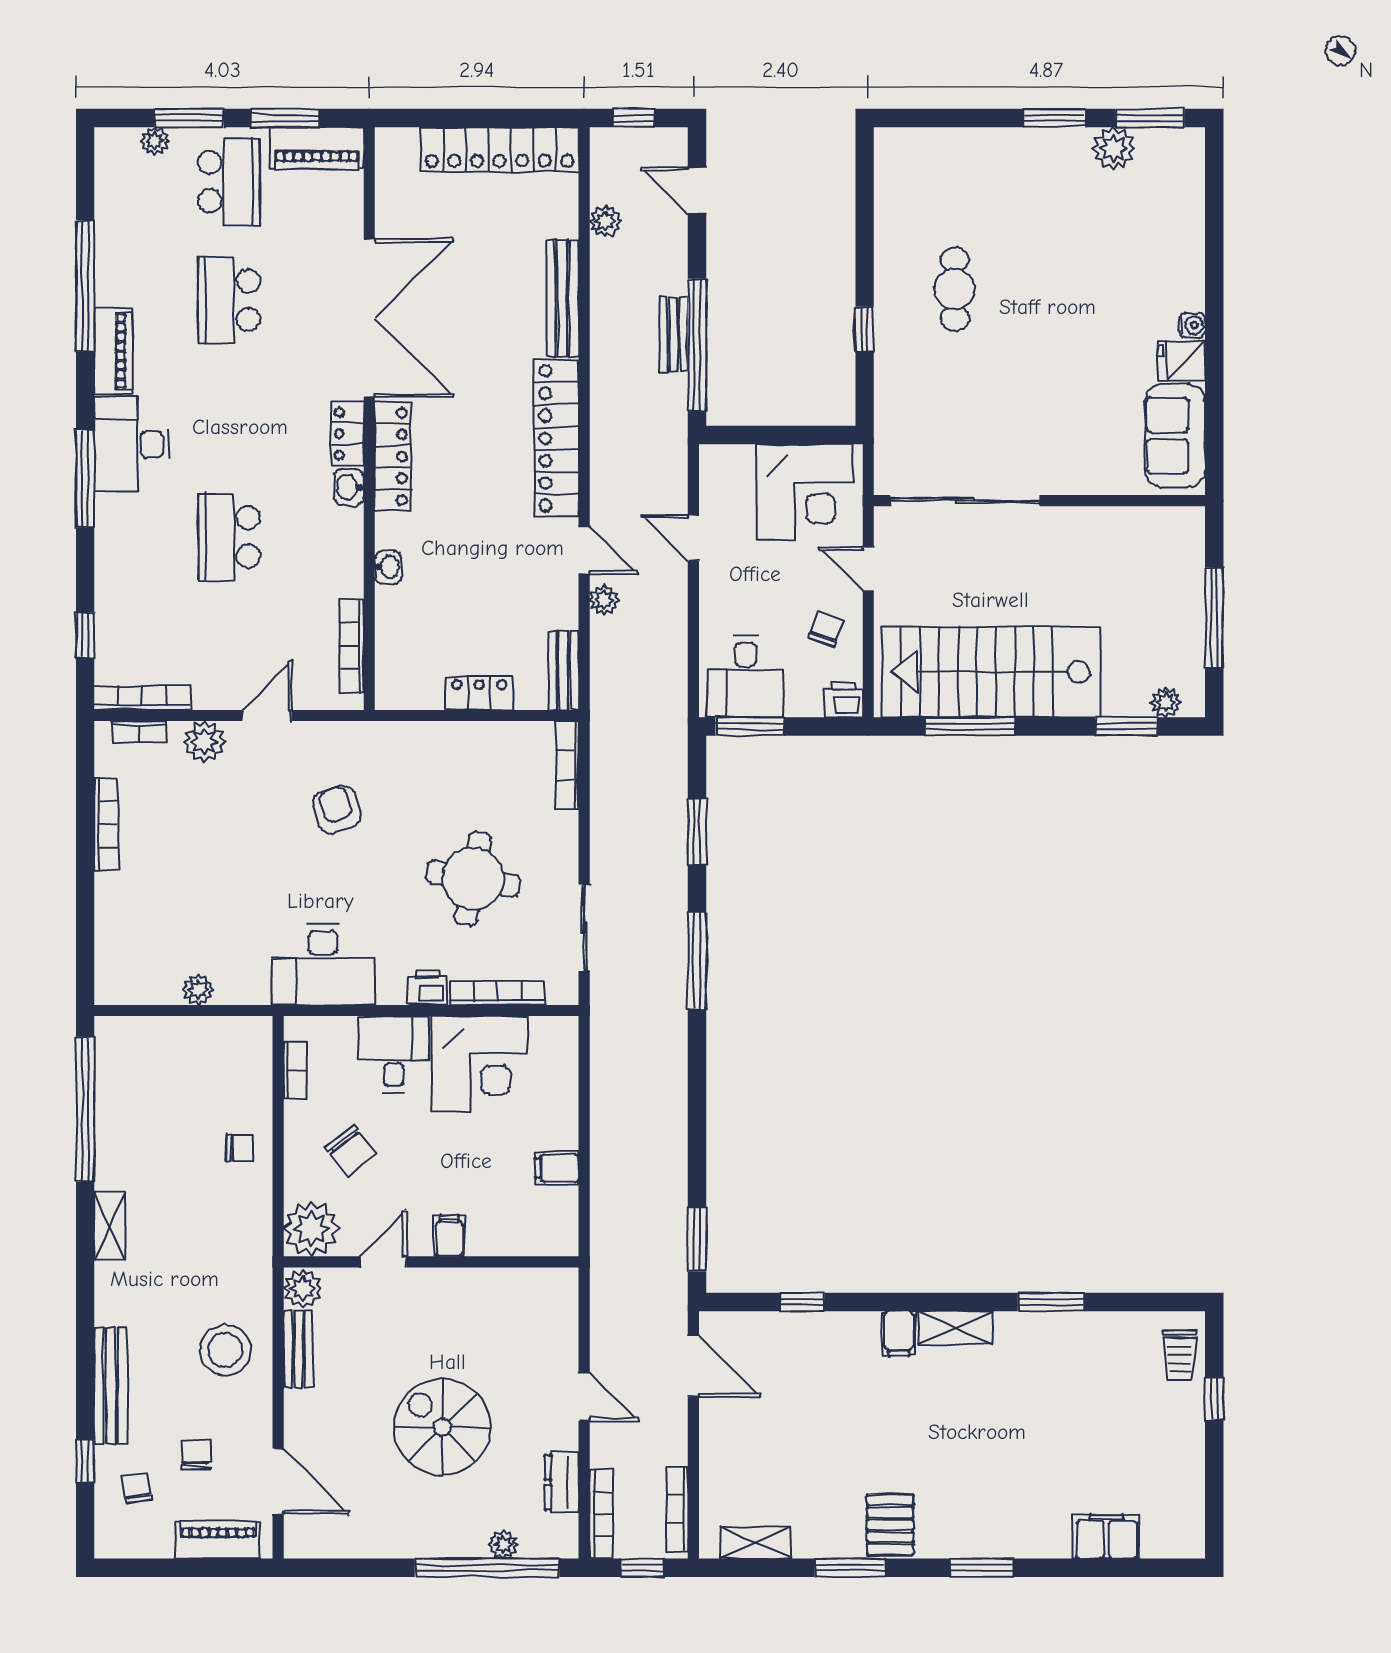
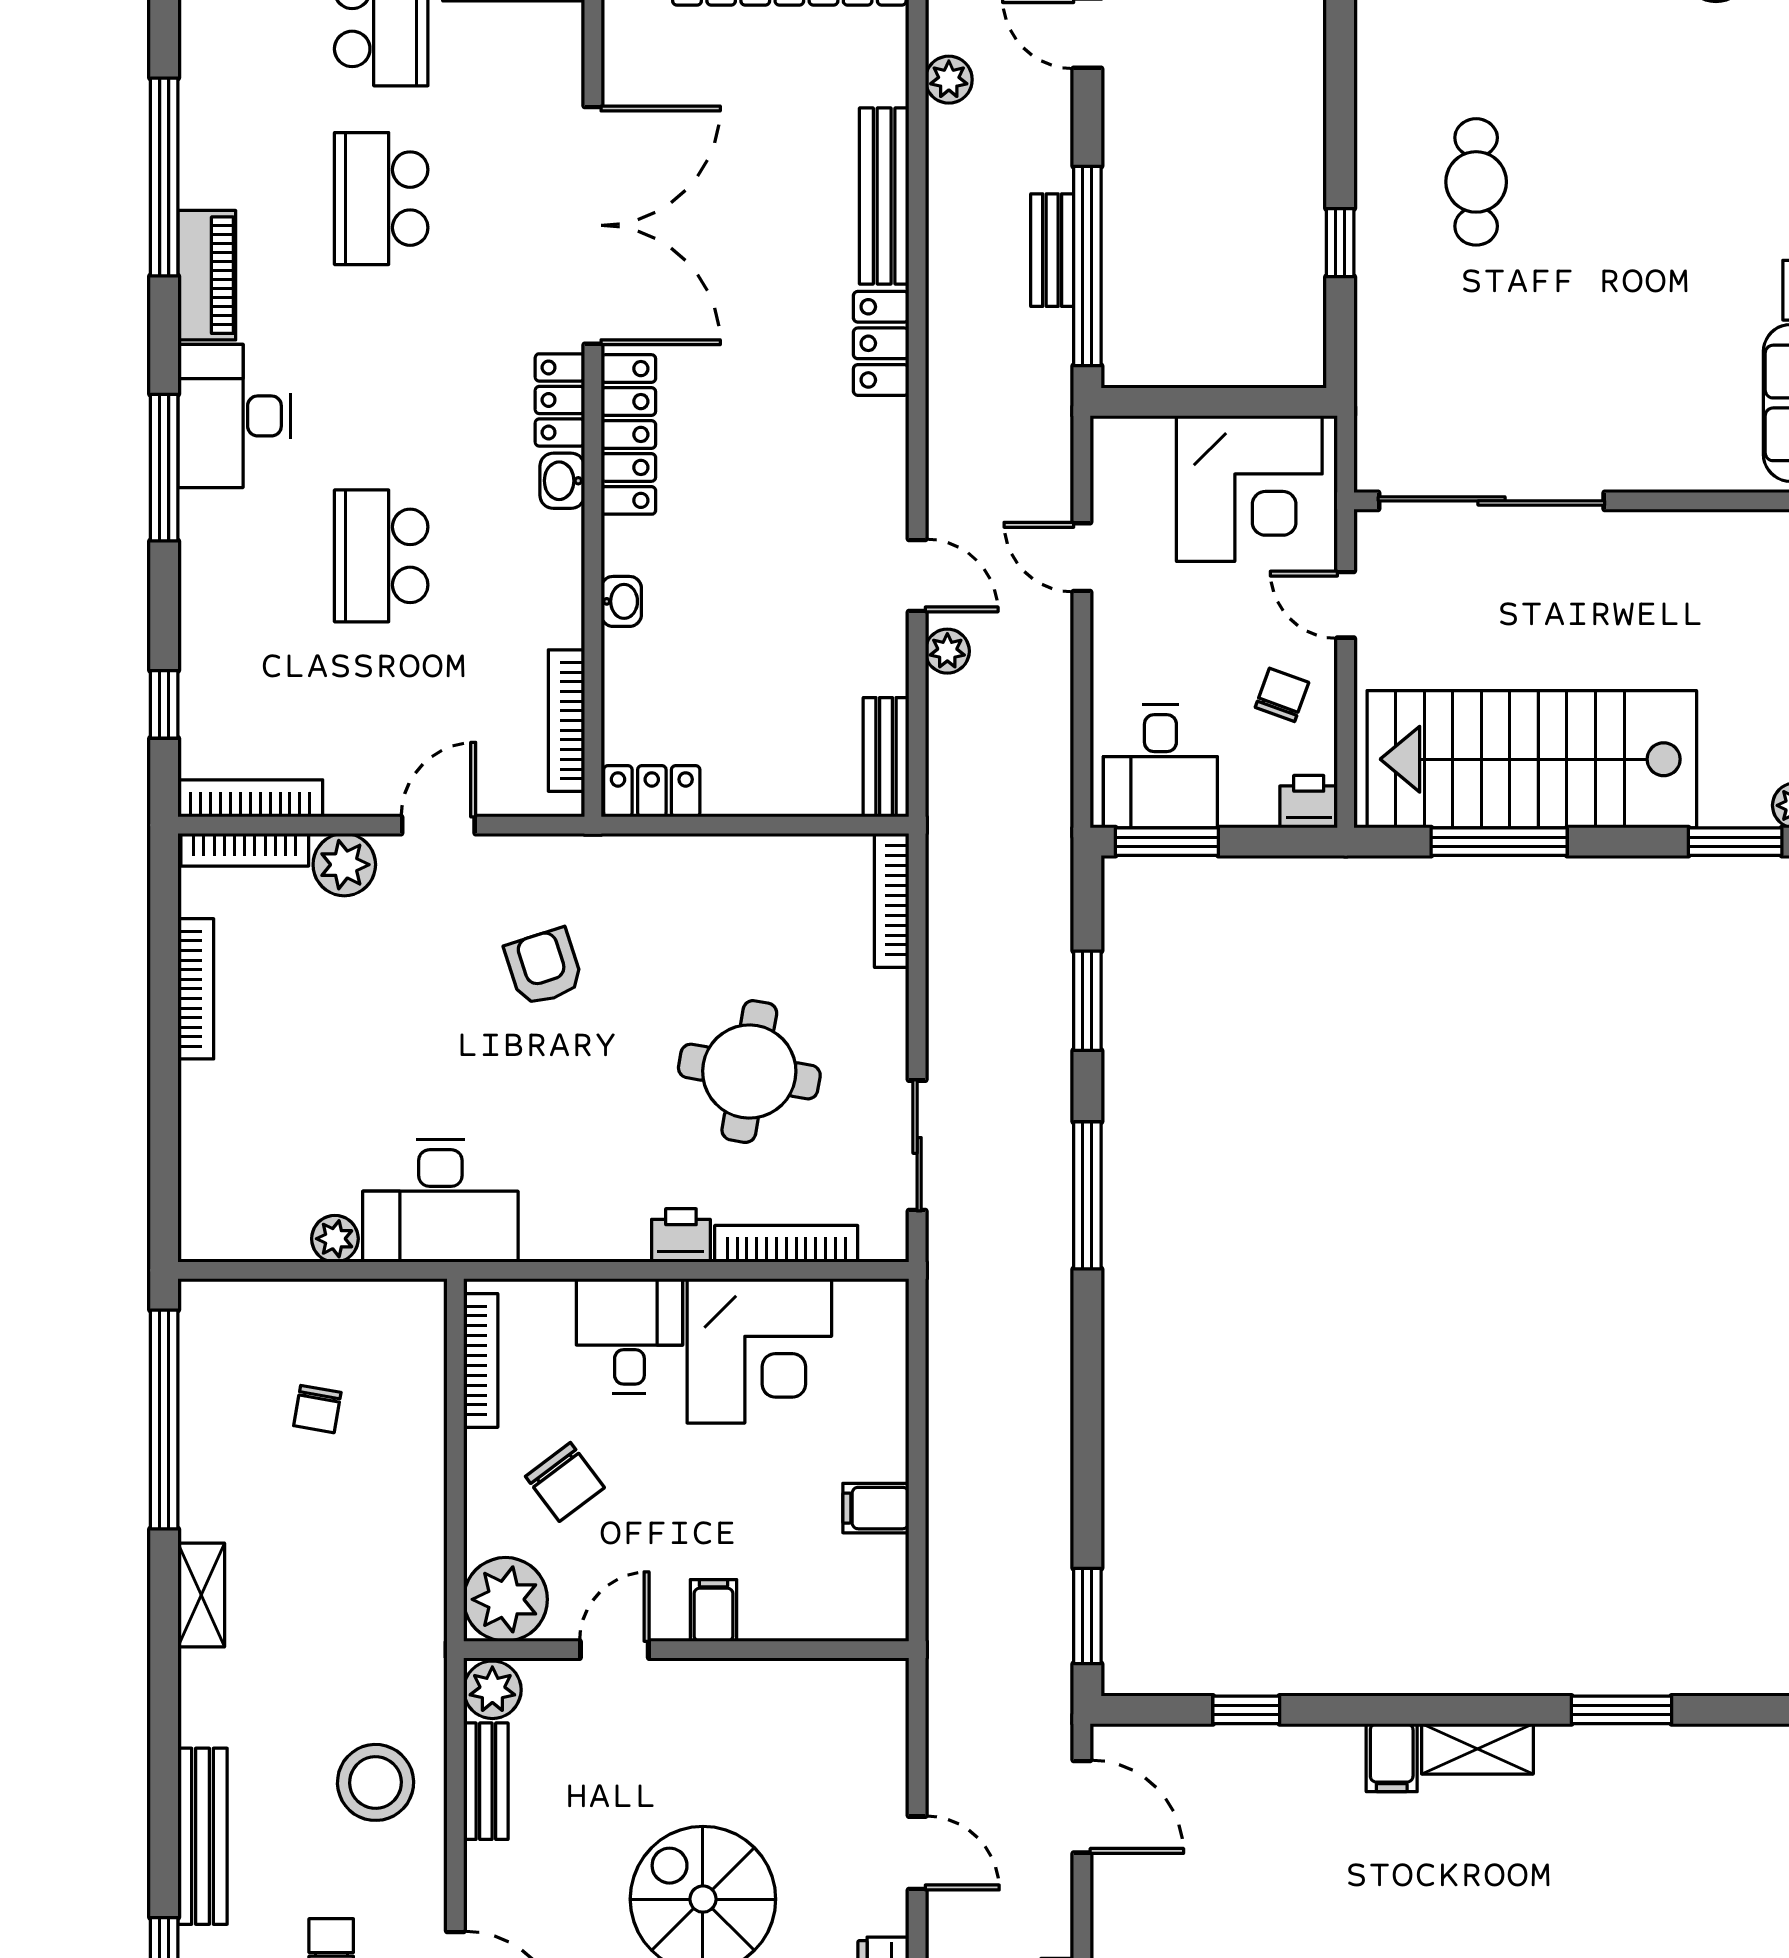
locker: (556, 438) -> (881, 343), width x0.46, depth x0.83
locker: (479, 693) -> (652, 791), moved
bookcase: (139, 732) -> (245, 850), width x1.56
desk: (323, 965) -> (440, 1201), moved
bookcase: (295, 1070) -> (481, 1360), width x1.56
chair: (240, 1148) -> (317, 1409), moved, turned 100

